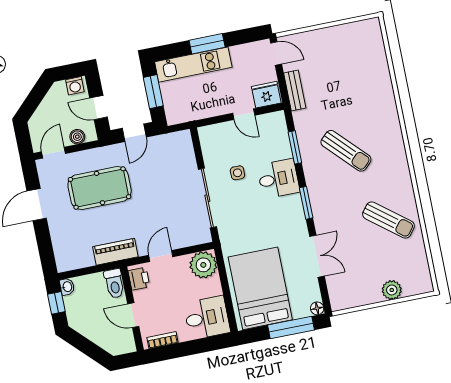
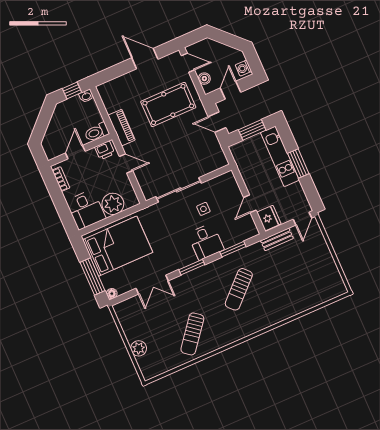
pool table: (100, 188) -> (168, 104), turned 90
plant: (203, 265) -> (113, 204), moved

